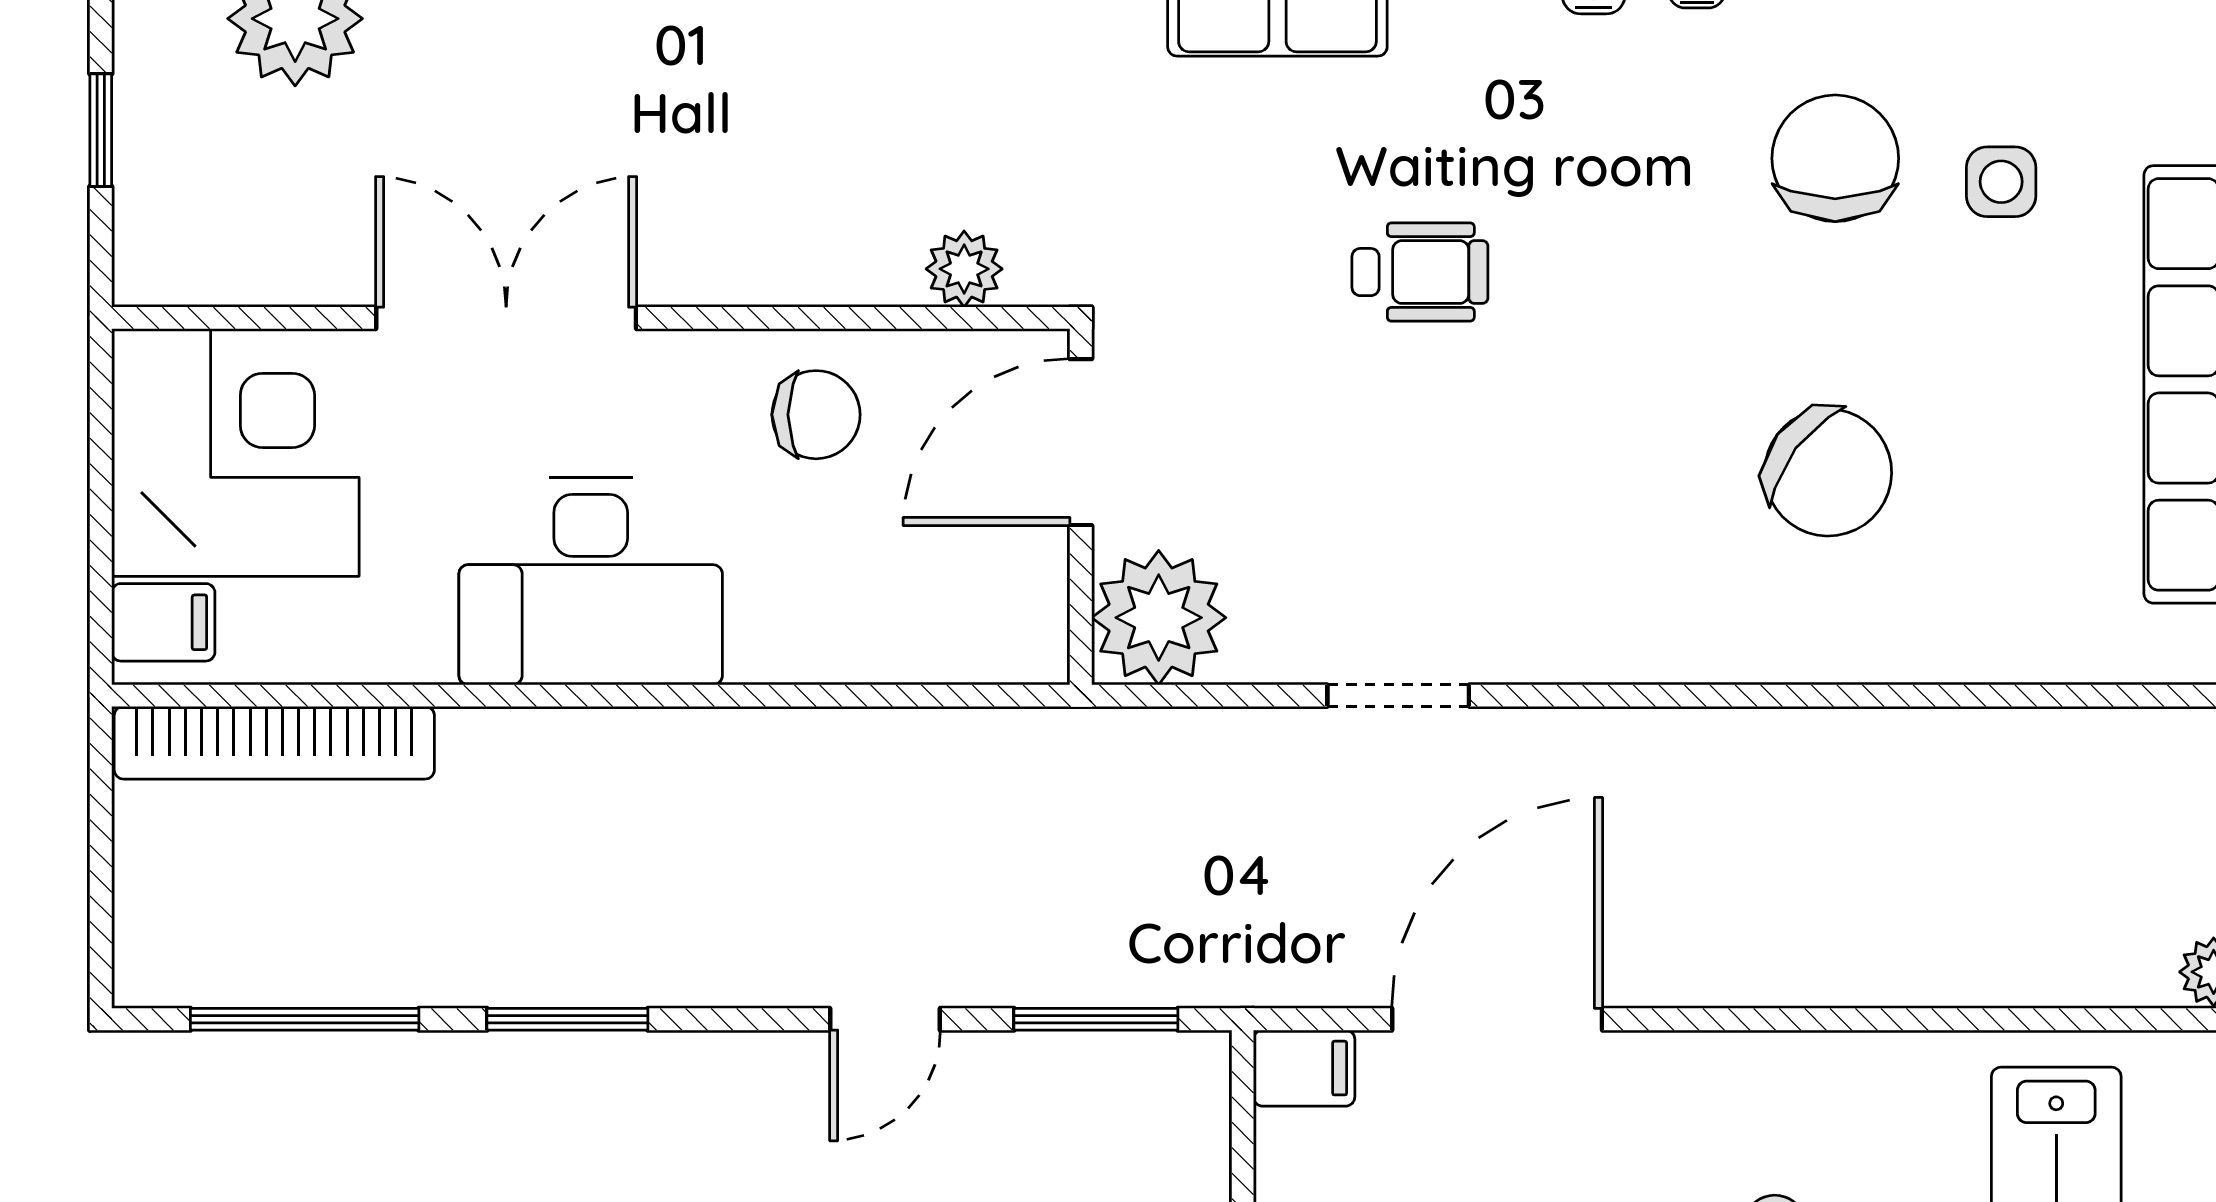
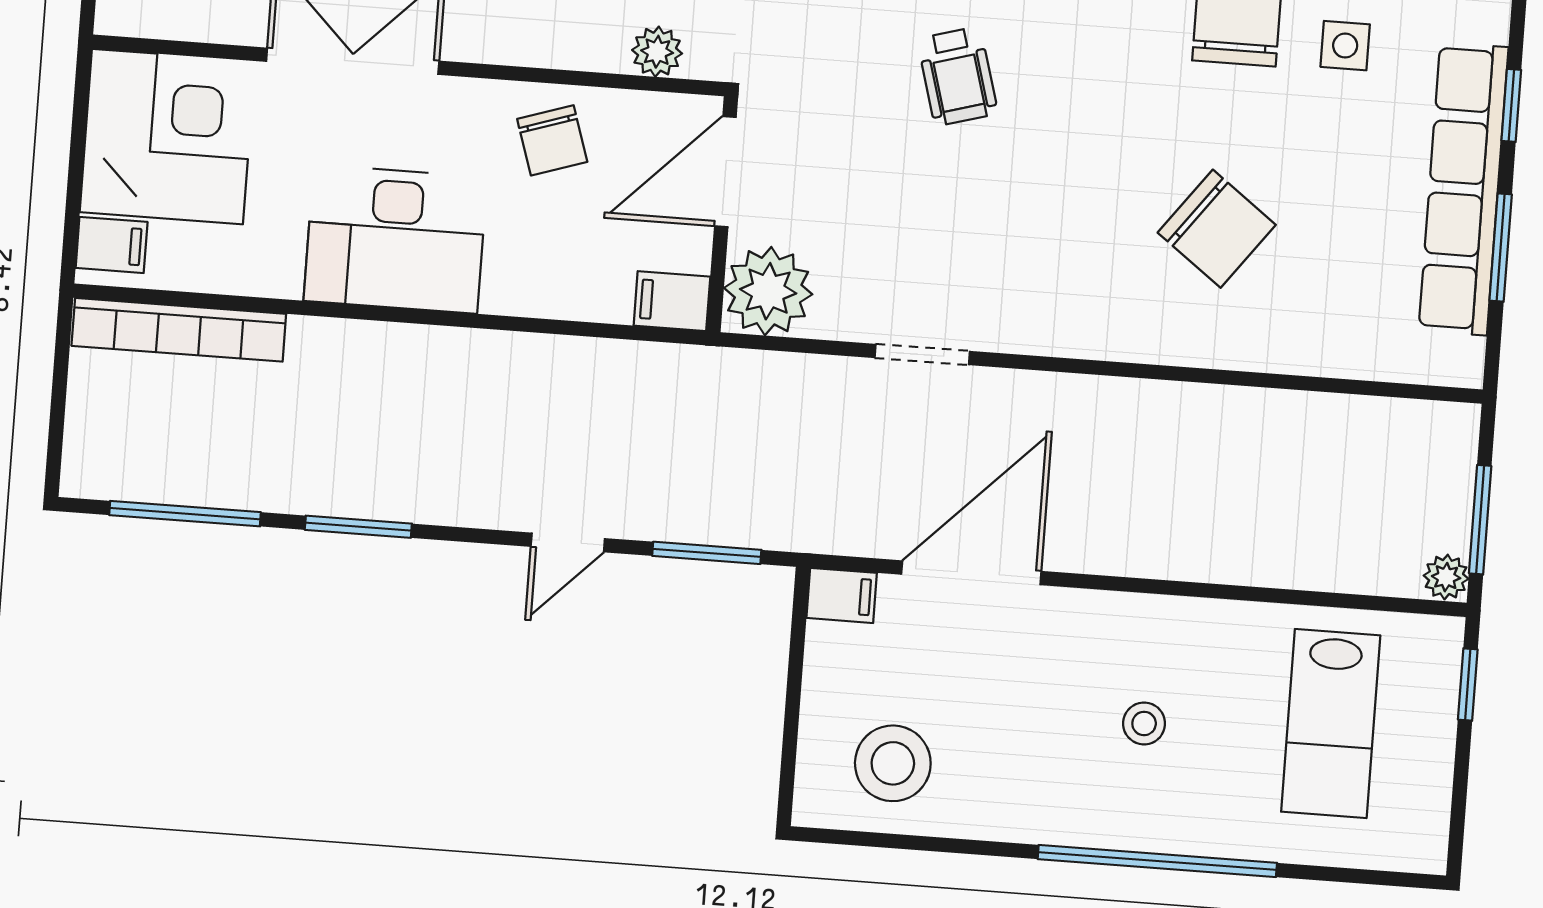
wheelchair: (1420, 272) -> (957, 76), turned 74
chair: (816, 415) -> (552, 140), turned 72
filing cabinet: (1015, 643) -> (672, 301), added

